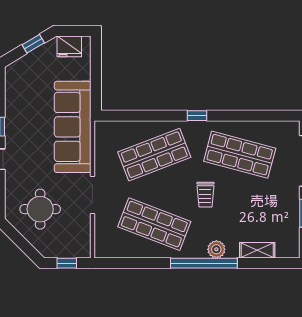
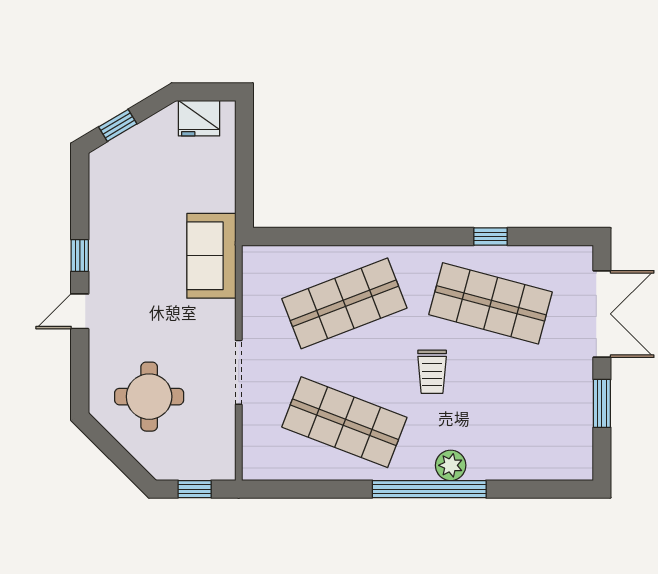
window: (33, 44) -> (118, 125), moved
window: (197, 116) -> (491, 237), moved
sofa: (73, 127) -> (211, 256), width x0.54, depth x0.79
shelving: (257, 250) -> (521, 467), removed

